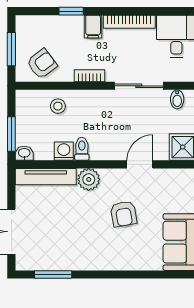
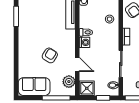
washing machine: (64, 151) -> (85, 42), moved
plant: (89, 179) -> (69, 82), moved
armchair: (124, 214) -> (50, 55), turned 132

